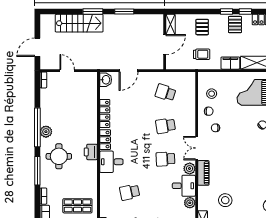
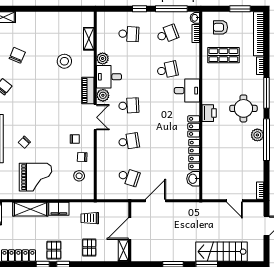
door: (128, 71) -> (155, 201), moved
washbasin: (106, 80) -> (193, 179), moved
desk: (111, 162) -> (187, 91), moved

